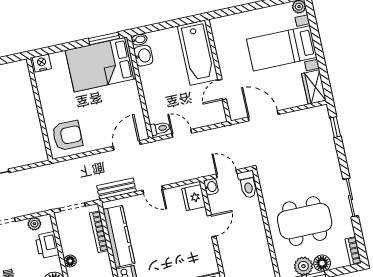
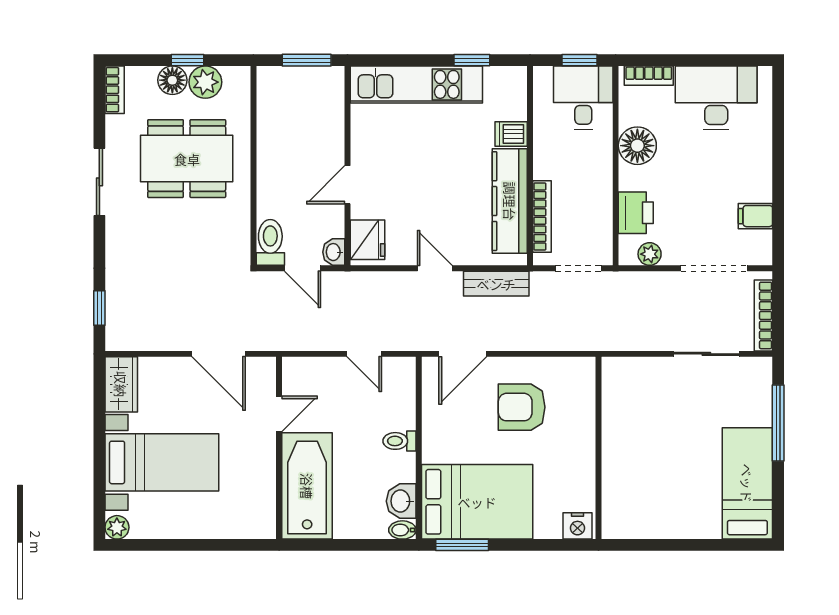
toilet: (160, 128) -> (400, 441), moved
armchair: (67, 136) -> (522, 407), moved
floor lamp: (70, 261) -> (602, 177), removed

